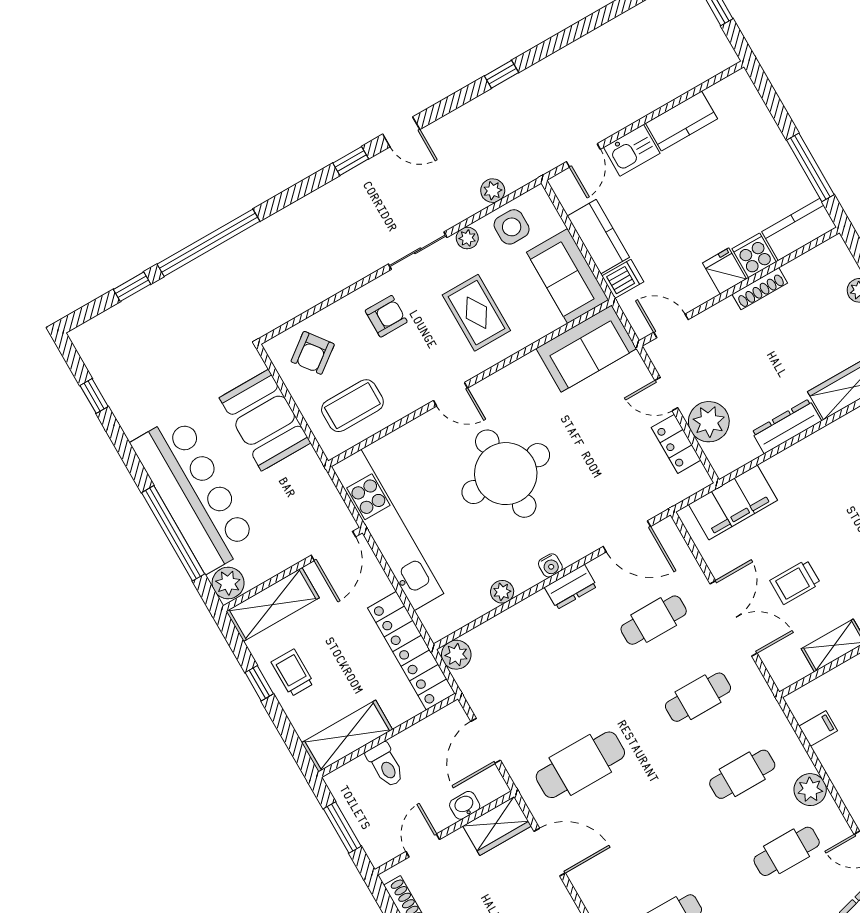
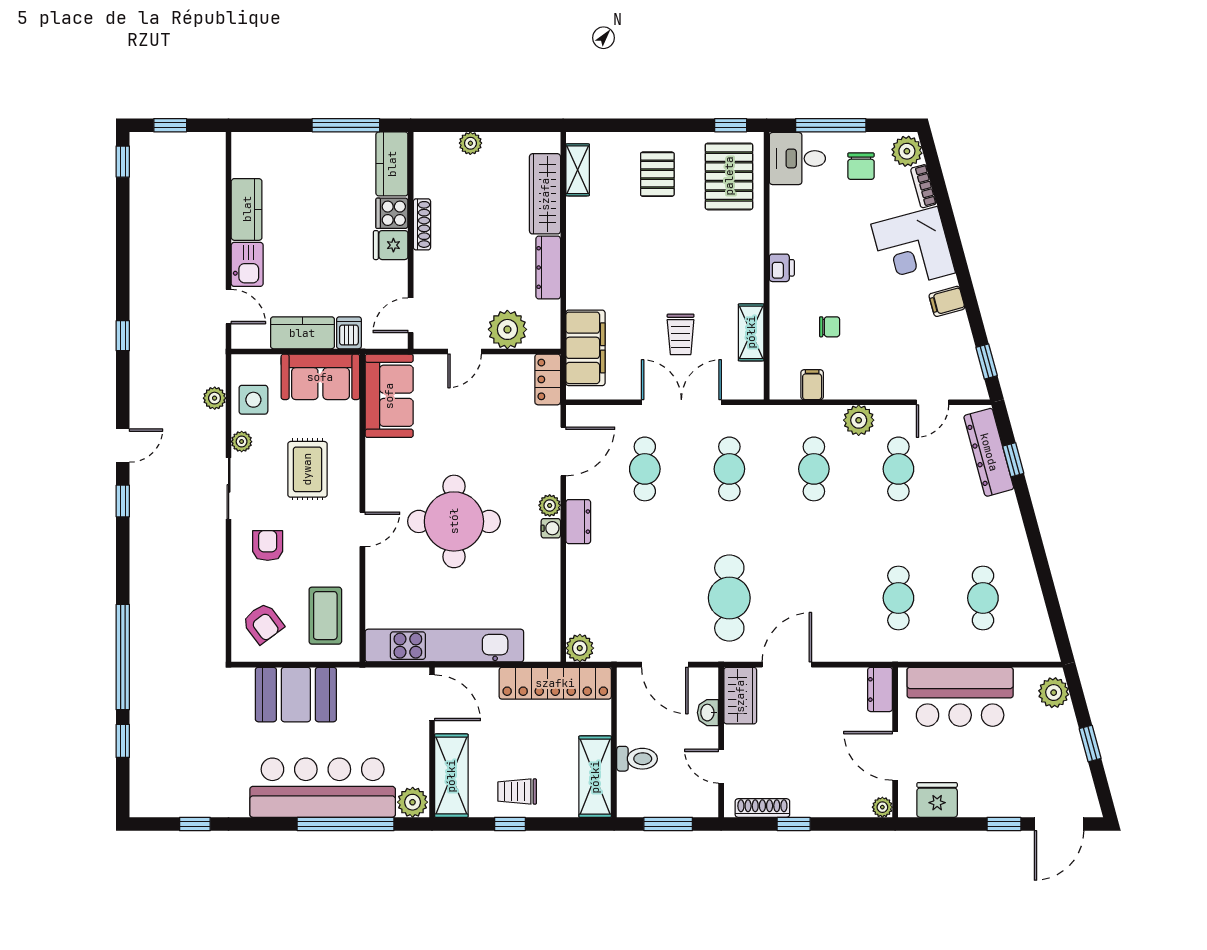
rug: (476, 313) -> (307, 469), turned 90
locker: (676, 444) -> (548, 379), moved, turned 90
plant: (502, 592) -> (550, 505), moved

